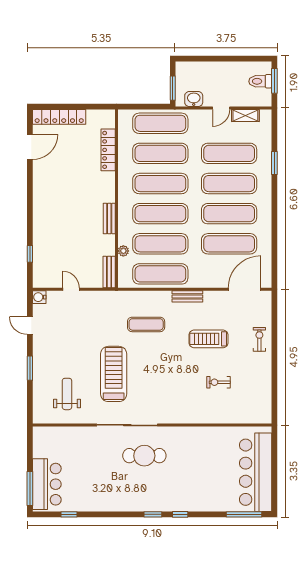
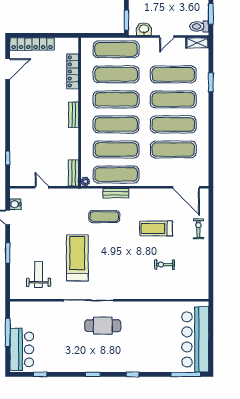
toilet: (260, 81) -> (199, 26), moved
shelving: (245, 116) -> (197, 43), moved
bench: (109, 218) -> (74, 115), moved
plant: (123, 251) -> (85, 182), moved
door: (244, 289) -> (186, 187), swing flipped
bench: (187, 296) -> (116, 193), moved
water cooler: (39, 297) -> (15, 204), moved
window: (30, 488) -> (8, 332), moved
window: (153, 514) -> (93, 374), moved

